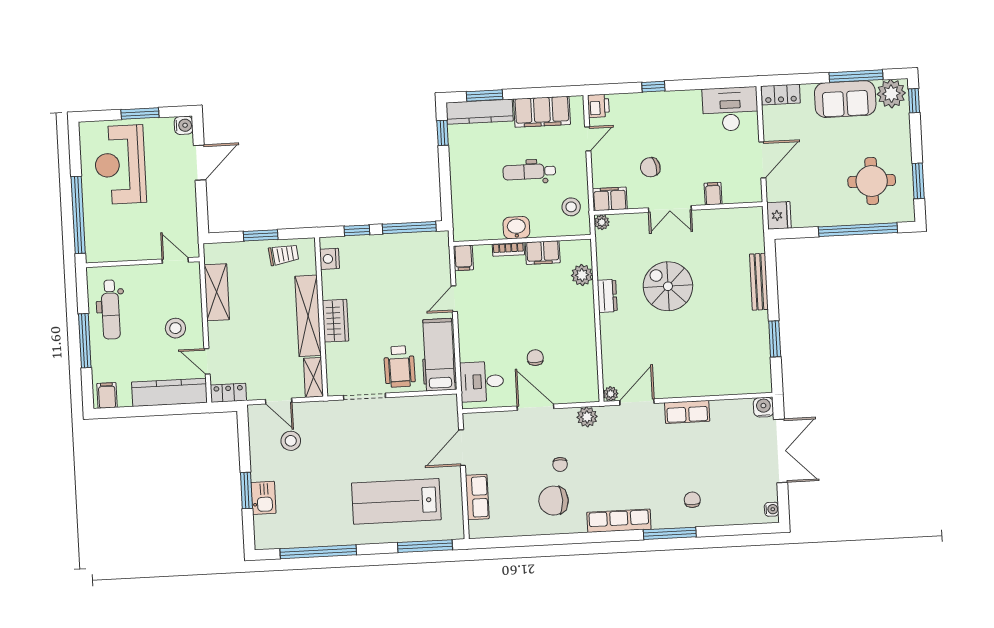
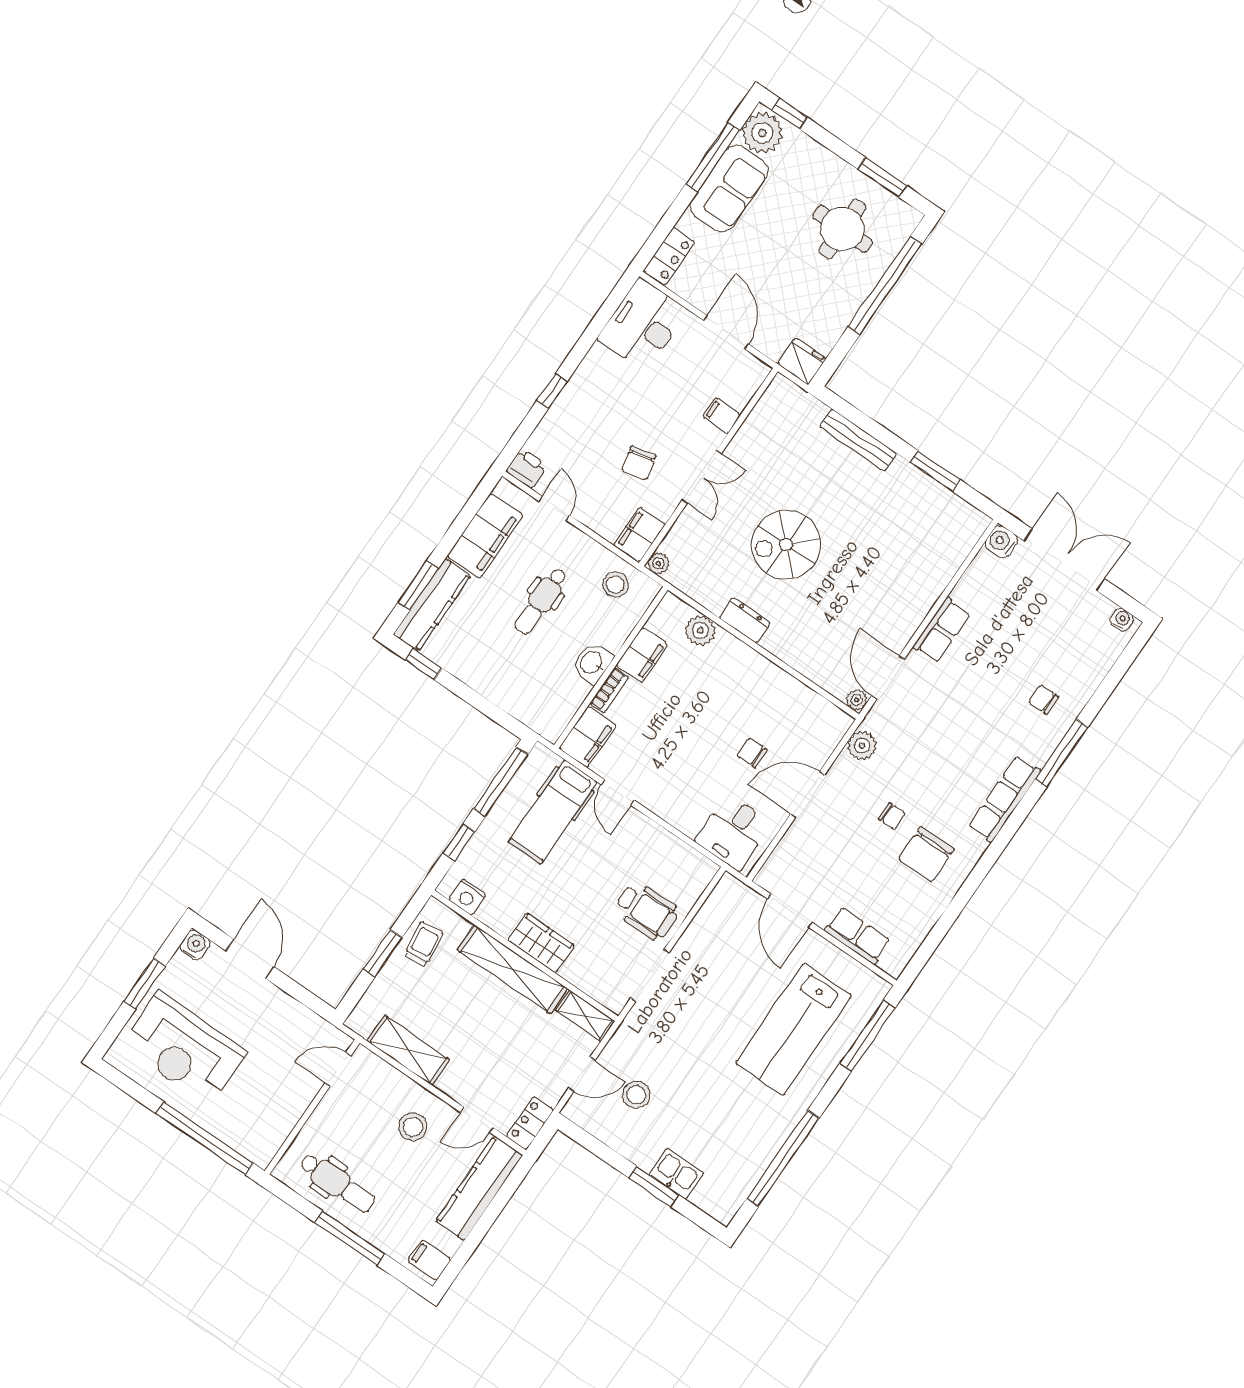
filing cabinet: (463, 258) -> (588, 737), width x2.00
hospital bed: (439, 355) -> (553, 812), moved, turned -90

